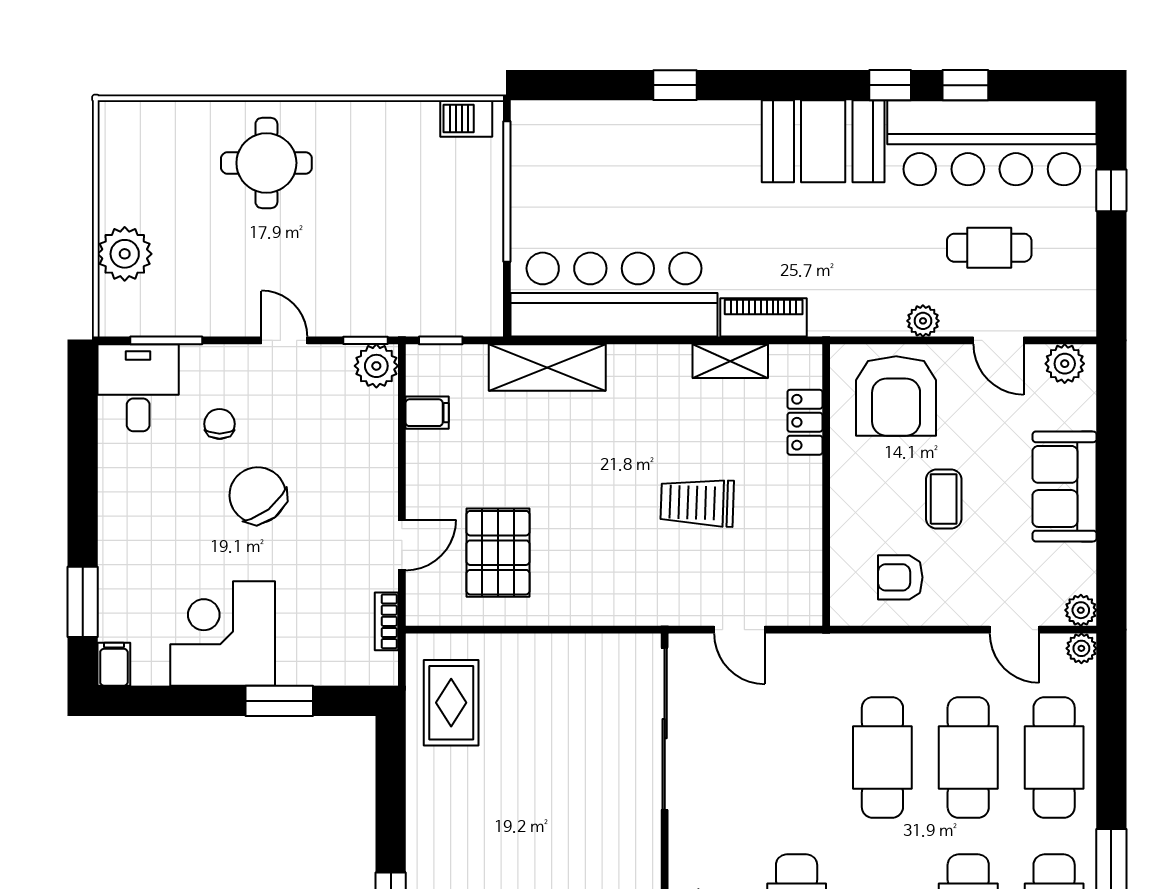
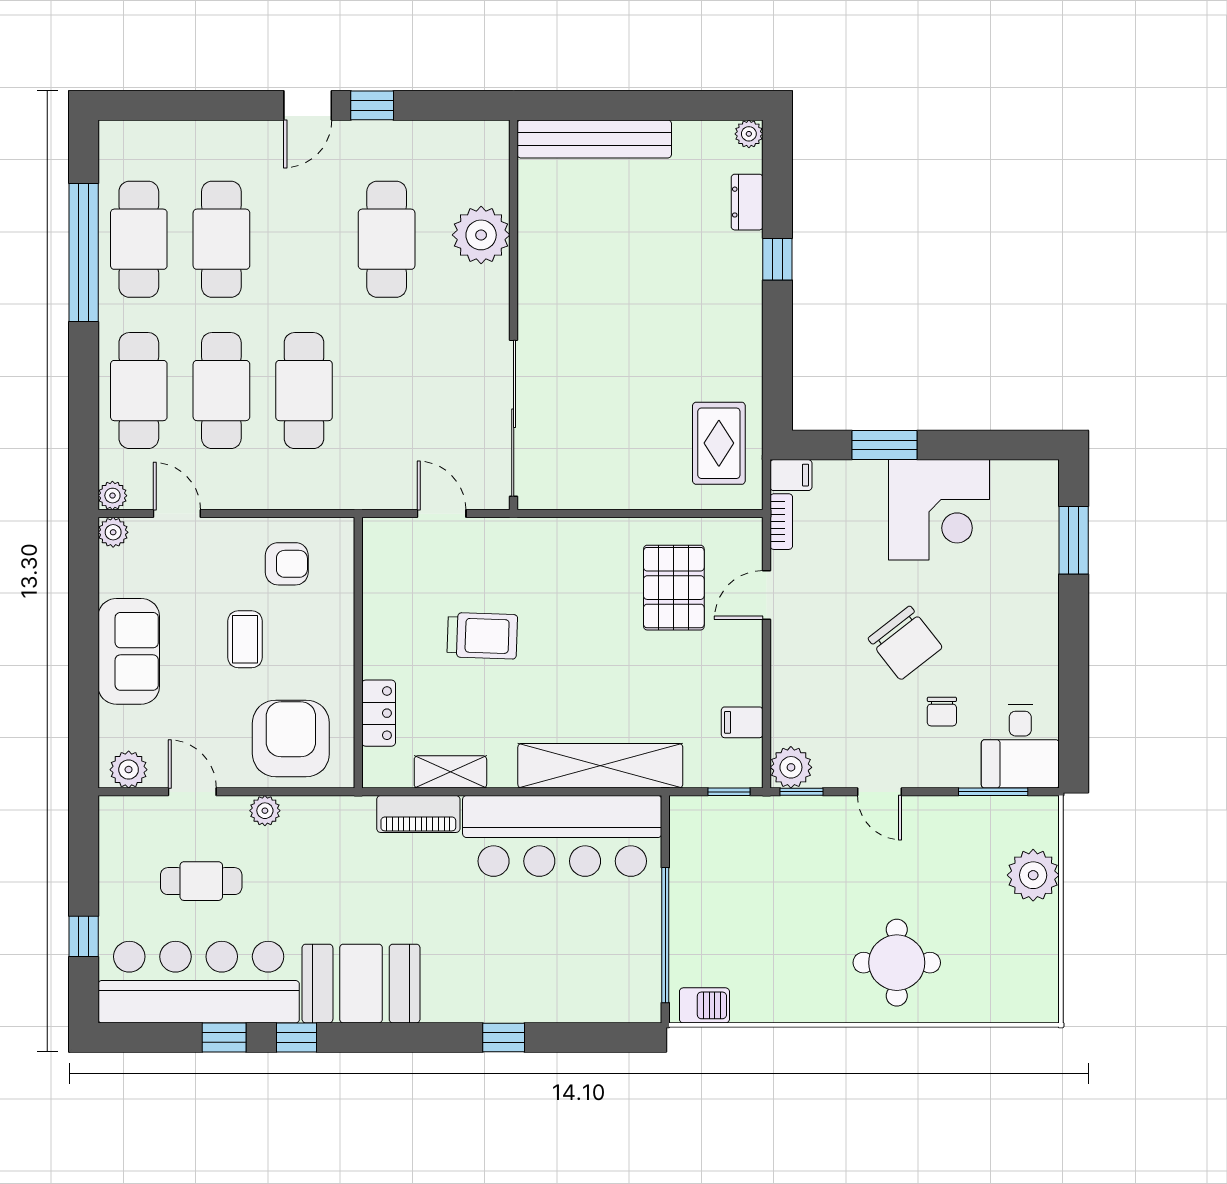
shelving: (547, 368) -> (600, 766), width x1.47
filing cabinet: (114, 664) -> (791, 475), moved, turned -90

